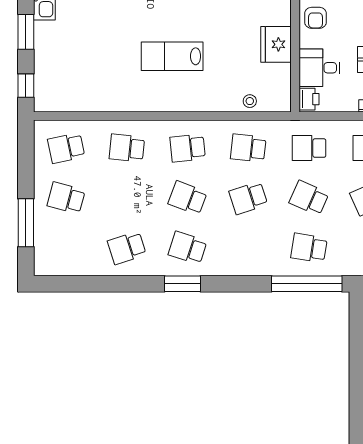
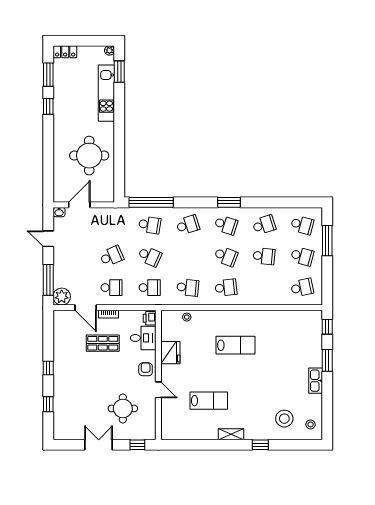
school desk: (127, 148) -> (264, 256), moved
school desk: (248, 198) -> (188, 225), moved
school desk: (66, 248) -> (302, 225), added

